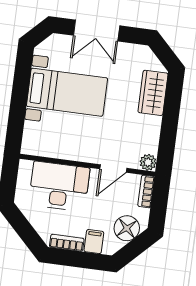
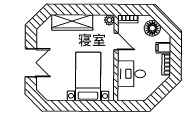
bed with nightstands: (67, 92) -> (88, 76), moved
wardrobe: (153, 93) -> (72, 22), width x1.50
desk: (59, 186) -> (131, 74), width x0.73

